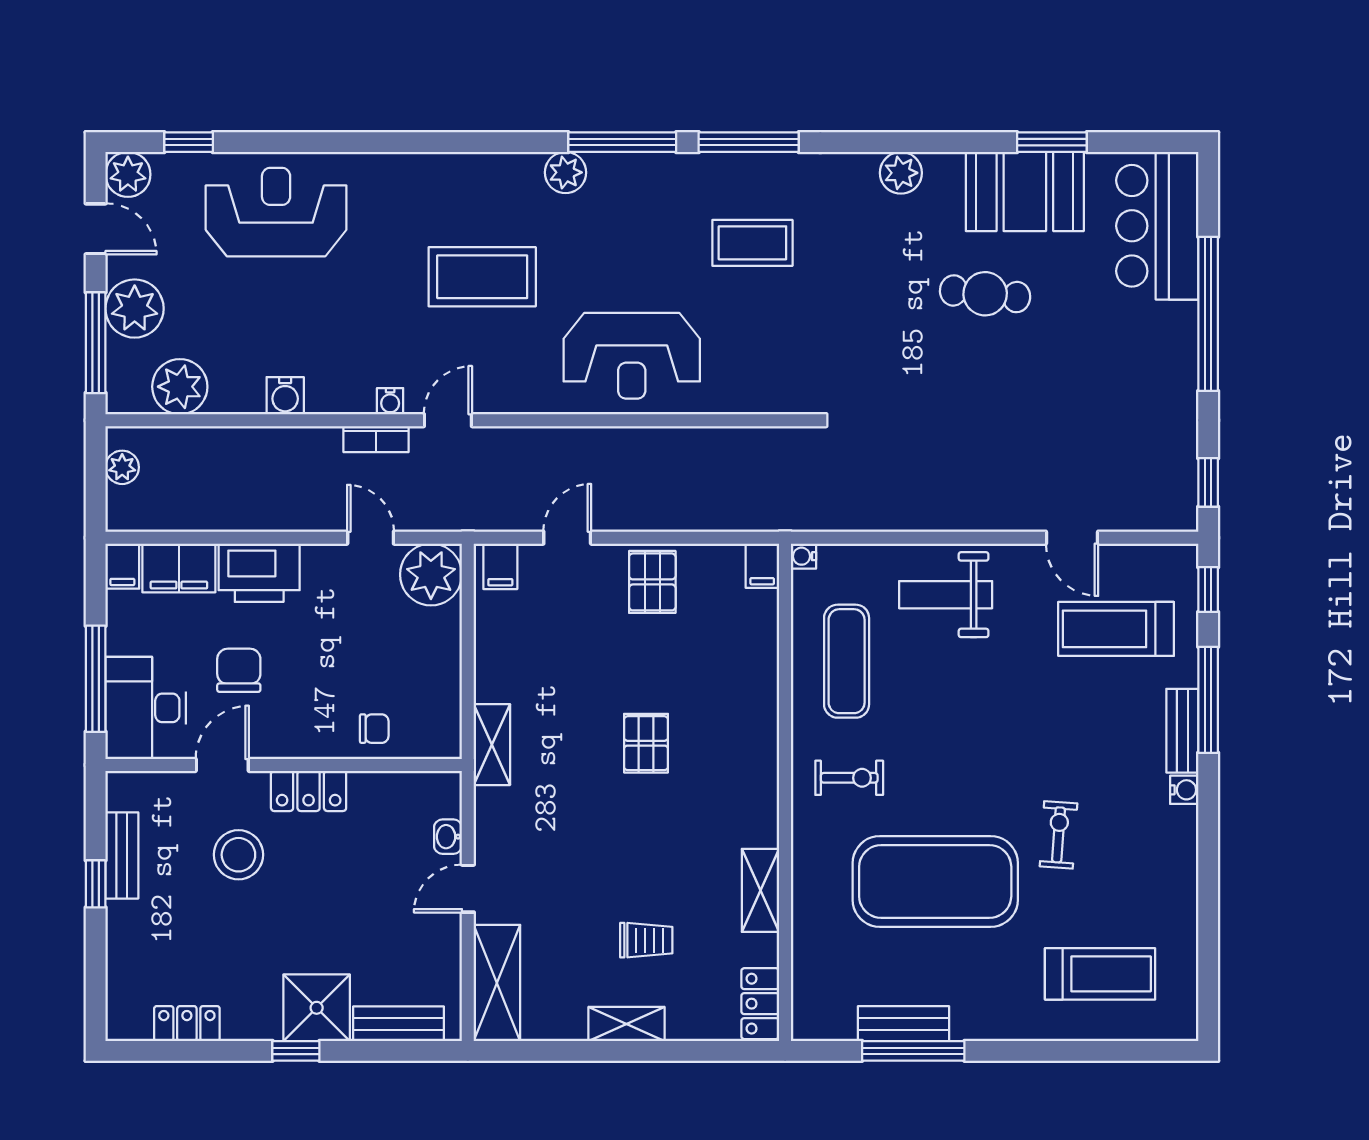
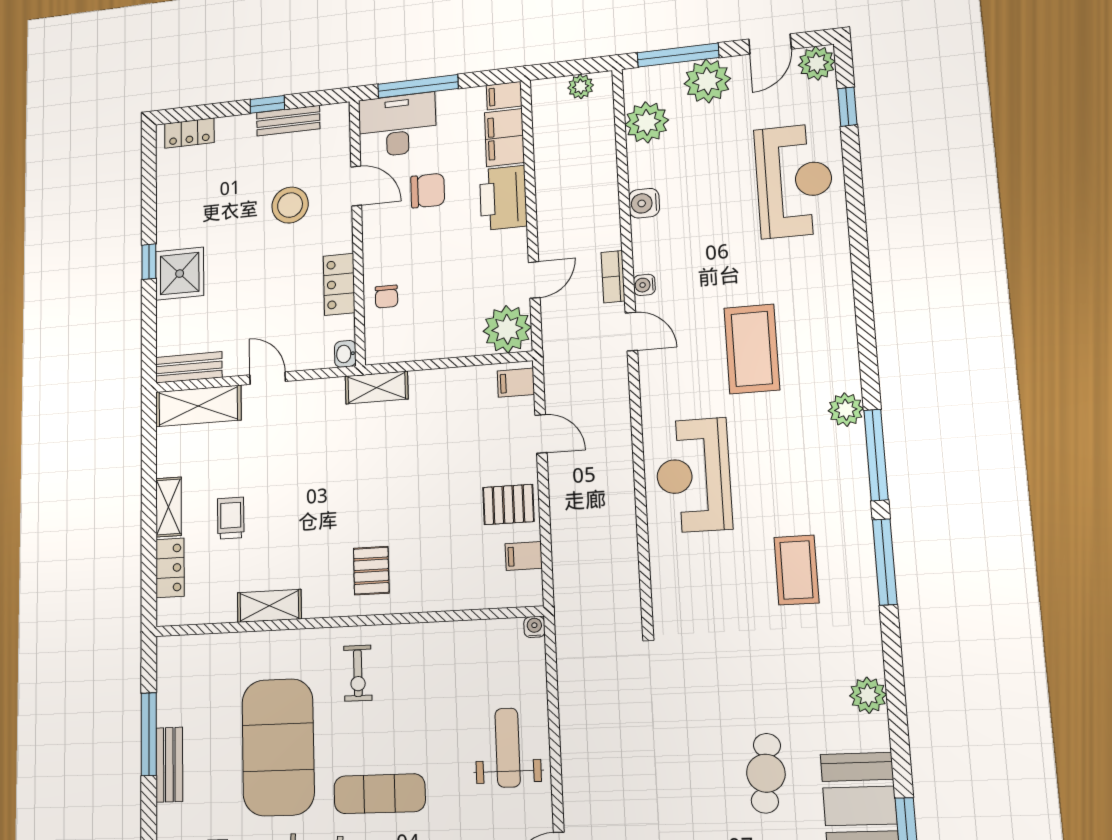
filing cabinet: (762, 566) -> (524, 556), moved
exercise mat: (847, 661) -> (379, 794), moved
pallet: (646, 743) -> (371, 571), moved, turned 90
locker: (309, 791) -> (339, 284), moved
washbasin: (448, 837) -> (345, 354), moved, turned -90
trolley: (646, 940) -> (231, 518), turned 180
locker: (760, 1004) -> (170, 568), moved, turned 90
locker: (187, 1024) -> (189, 133), moved, turned 90
bench: (399, 1024) -> (189, 367), moved, turned 90
bench: (904, 1024) -> (169, 765), moved

